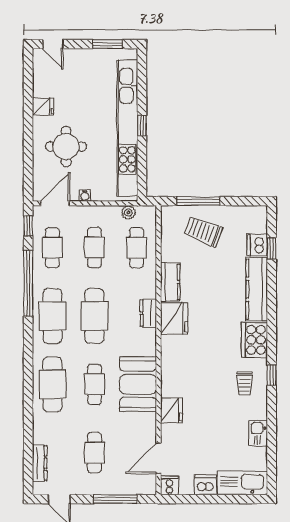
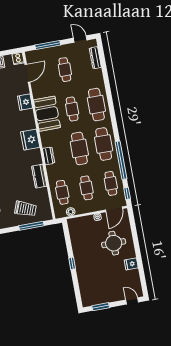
kitchen unit: (127, 128) -> (80, 260), removed
fridge: (174, 319) -> (30, 140), moved

